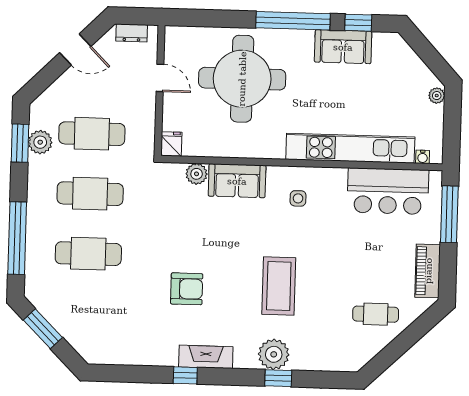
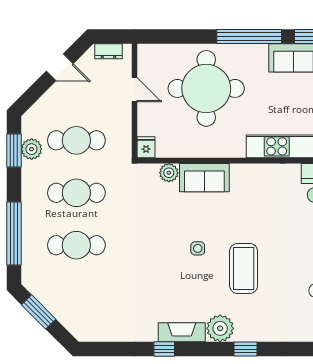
side table: (298, 198) -> (198, 248), moved
armchair: (187, 289) -> (163, 273), removed
plant: (274, 354) -> (220, 328), moved

